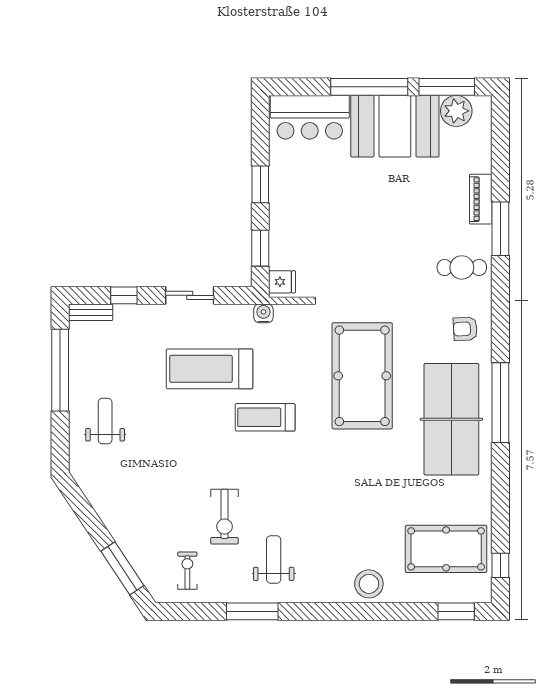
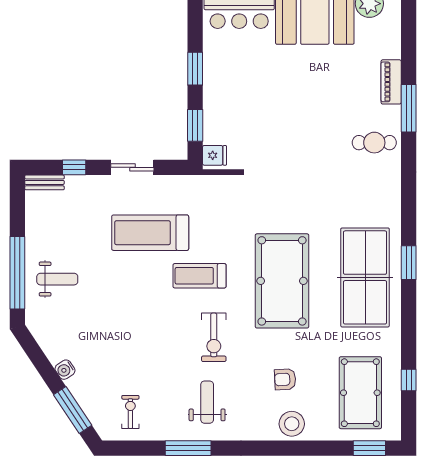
water cooler: (263, 313) -> (65, 370), moved, turned -124
armchair: (465, 329) -> (285, 379), moved
window: (60, 370) -> (17, 273), moved
pool table: (362, 376) -> (282, 281), moved
window: (500, 403) -> (409, 263), width x0.47
weight bench: (105, 421) -> (57, 279), turned 90
exercise bike: (224, 517) -> (214, 337), moved
pool table: (446, 549) -> (360, 393), turned 90
window: (500, 565) -> (409, 380), moved

